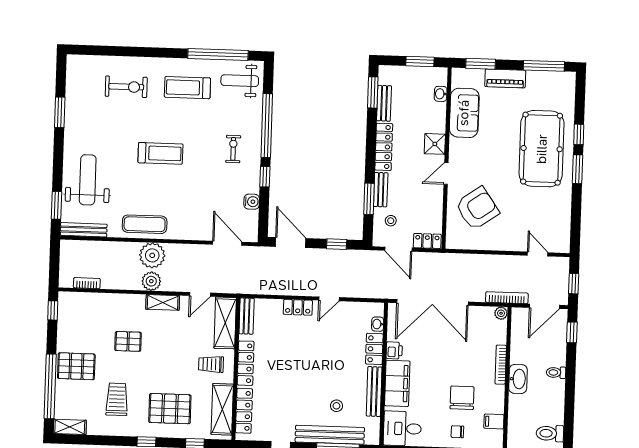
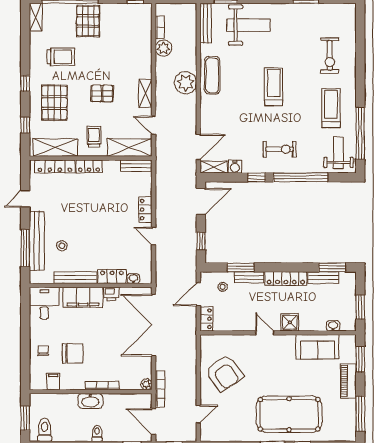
exercise bike: (233, 149) -> (280, 149), width x1.38, depth x1.39
treadmill: (160, 153) -> (274, 87), turned 180
armchair: (477, 208) -> (224, 373), moved
shelving: (251, 226) -> (214, 167), added
plant: (151, 281) -> (163, 48), moved
pallet: (128, 341) -> (102, 93), moved, turned 90
locker: (246, 363) -> (89, 166), width x0.66

